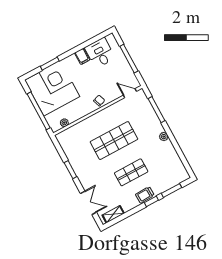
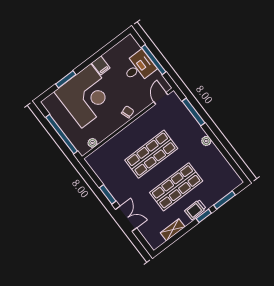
desk: (100, 53) -> (139, 67), moved, turned 90
corner desk: (52, 88) -> (86, 96), moved, turned 90
door: (130, 93) -> (161, 98), hinge flipped
shop shelf: (131, 172) -> (176, 187), width x1.43, depth x1.36
double door: (88, 203) -> (126, 219), moved
shelving: (113, 214) -> (173, 230), moved

